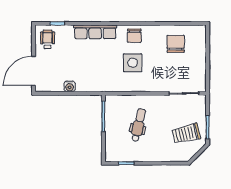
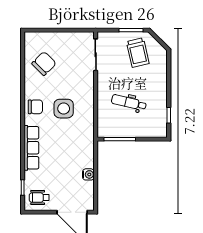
chair: (176, 44) -> (44, 64), turned 135

